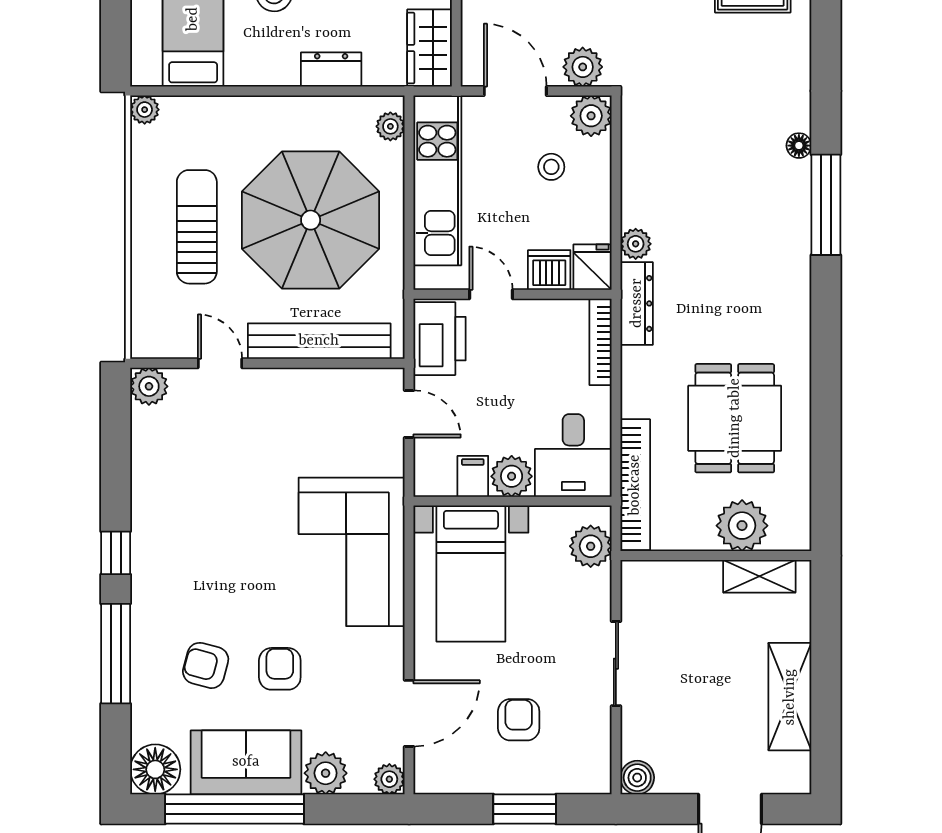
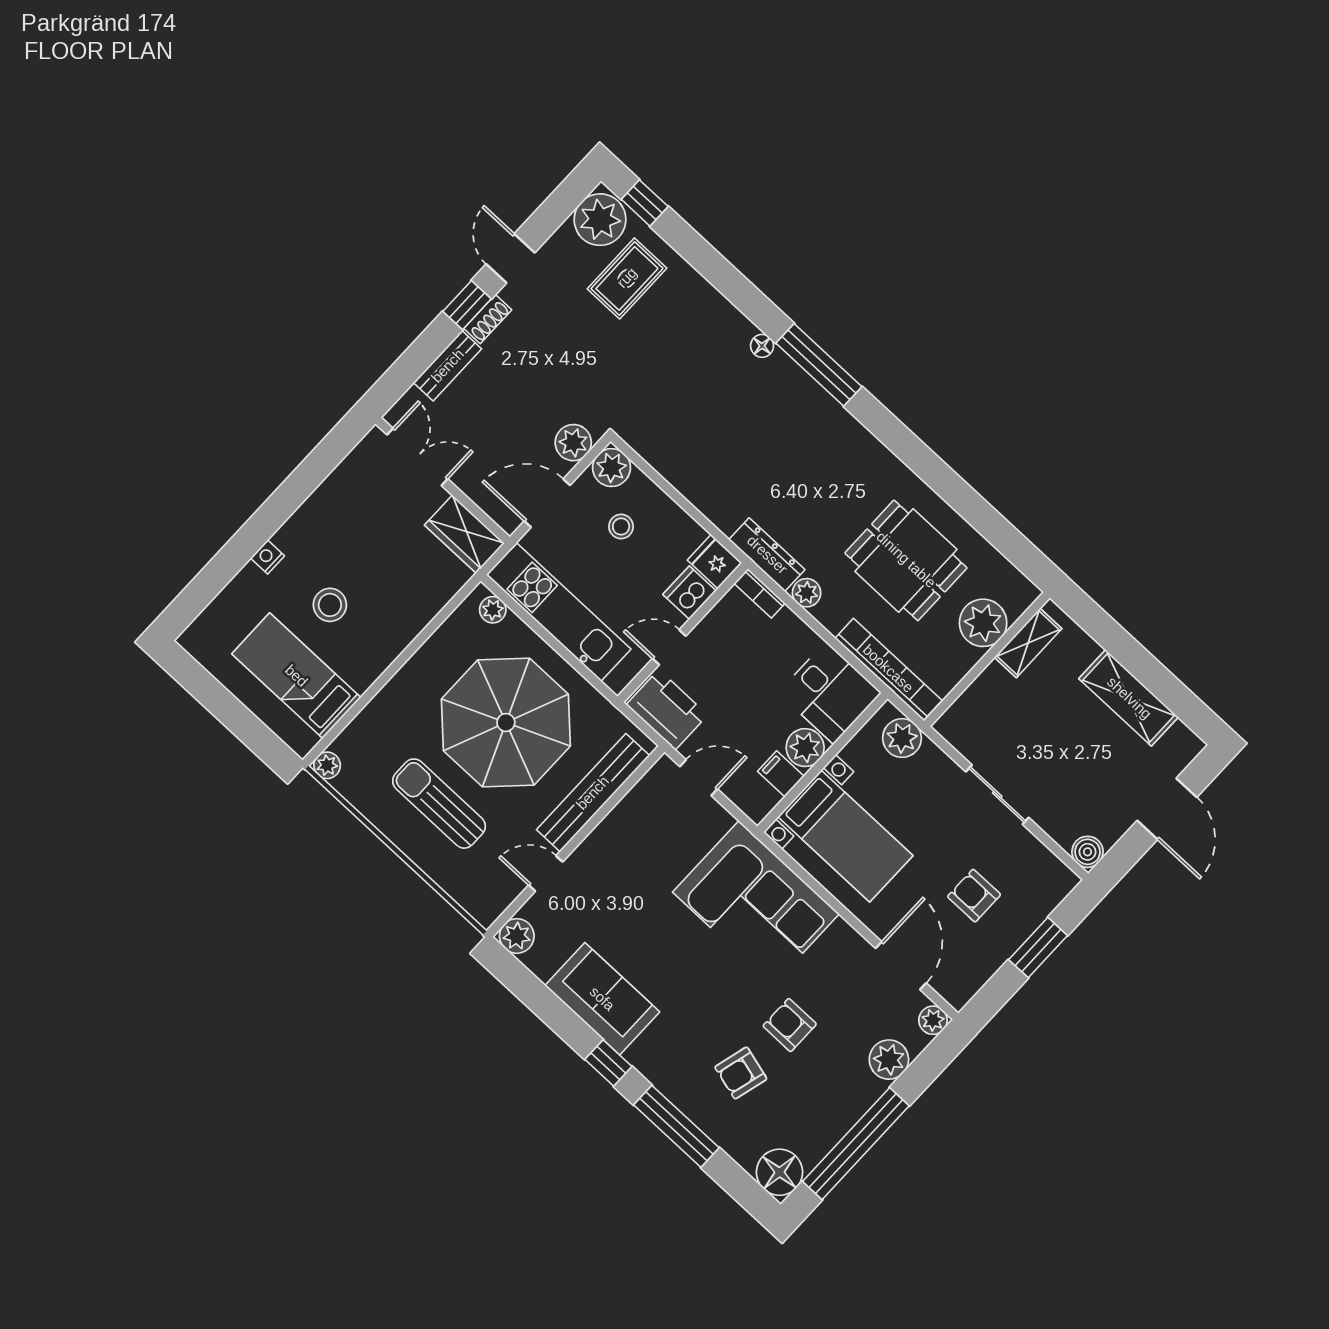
dresser: (331, 70) -> (417, 614), removed
plant: (636, 244) -> (807, 593), moved
bookcase: (601, 342) -> (760, 593), width x0.64
sofa: (246, 762) -> (602, 999), moved, turned 90

